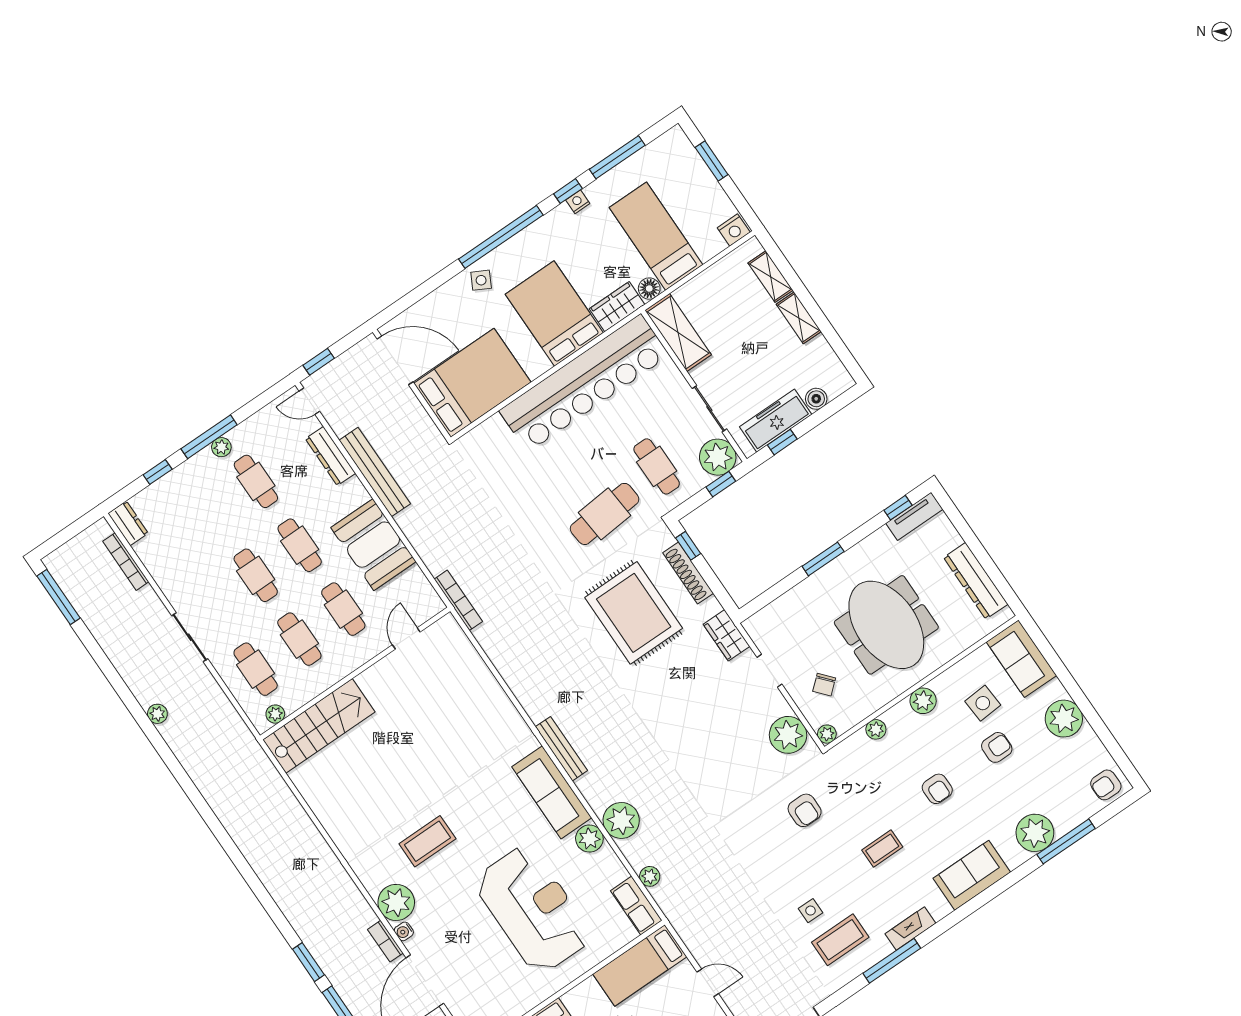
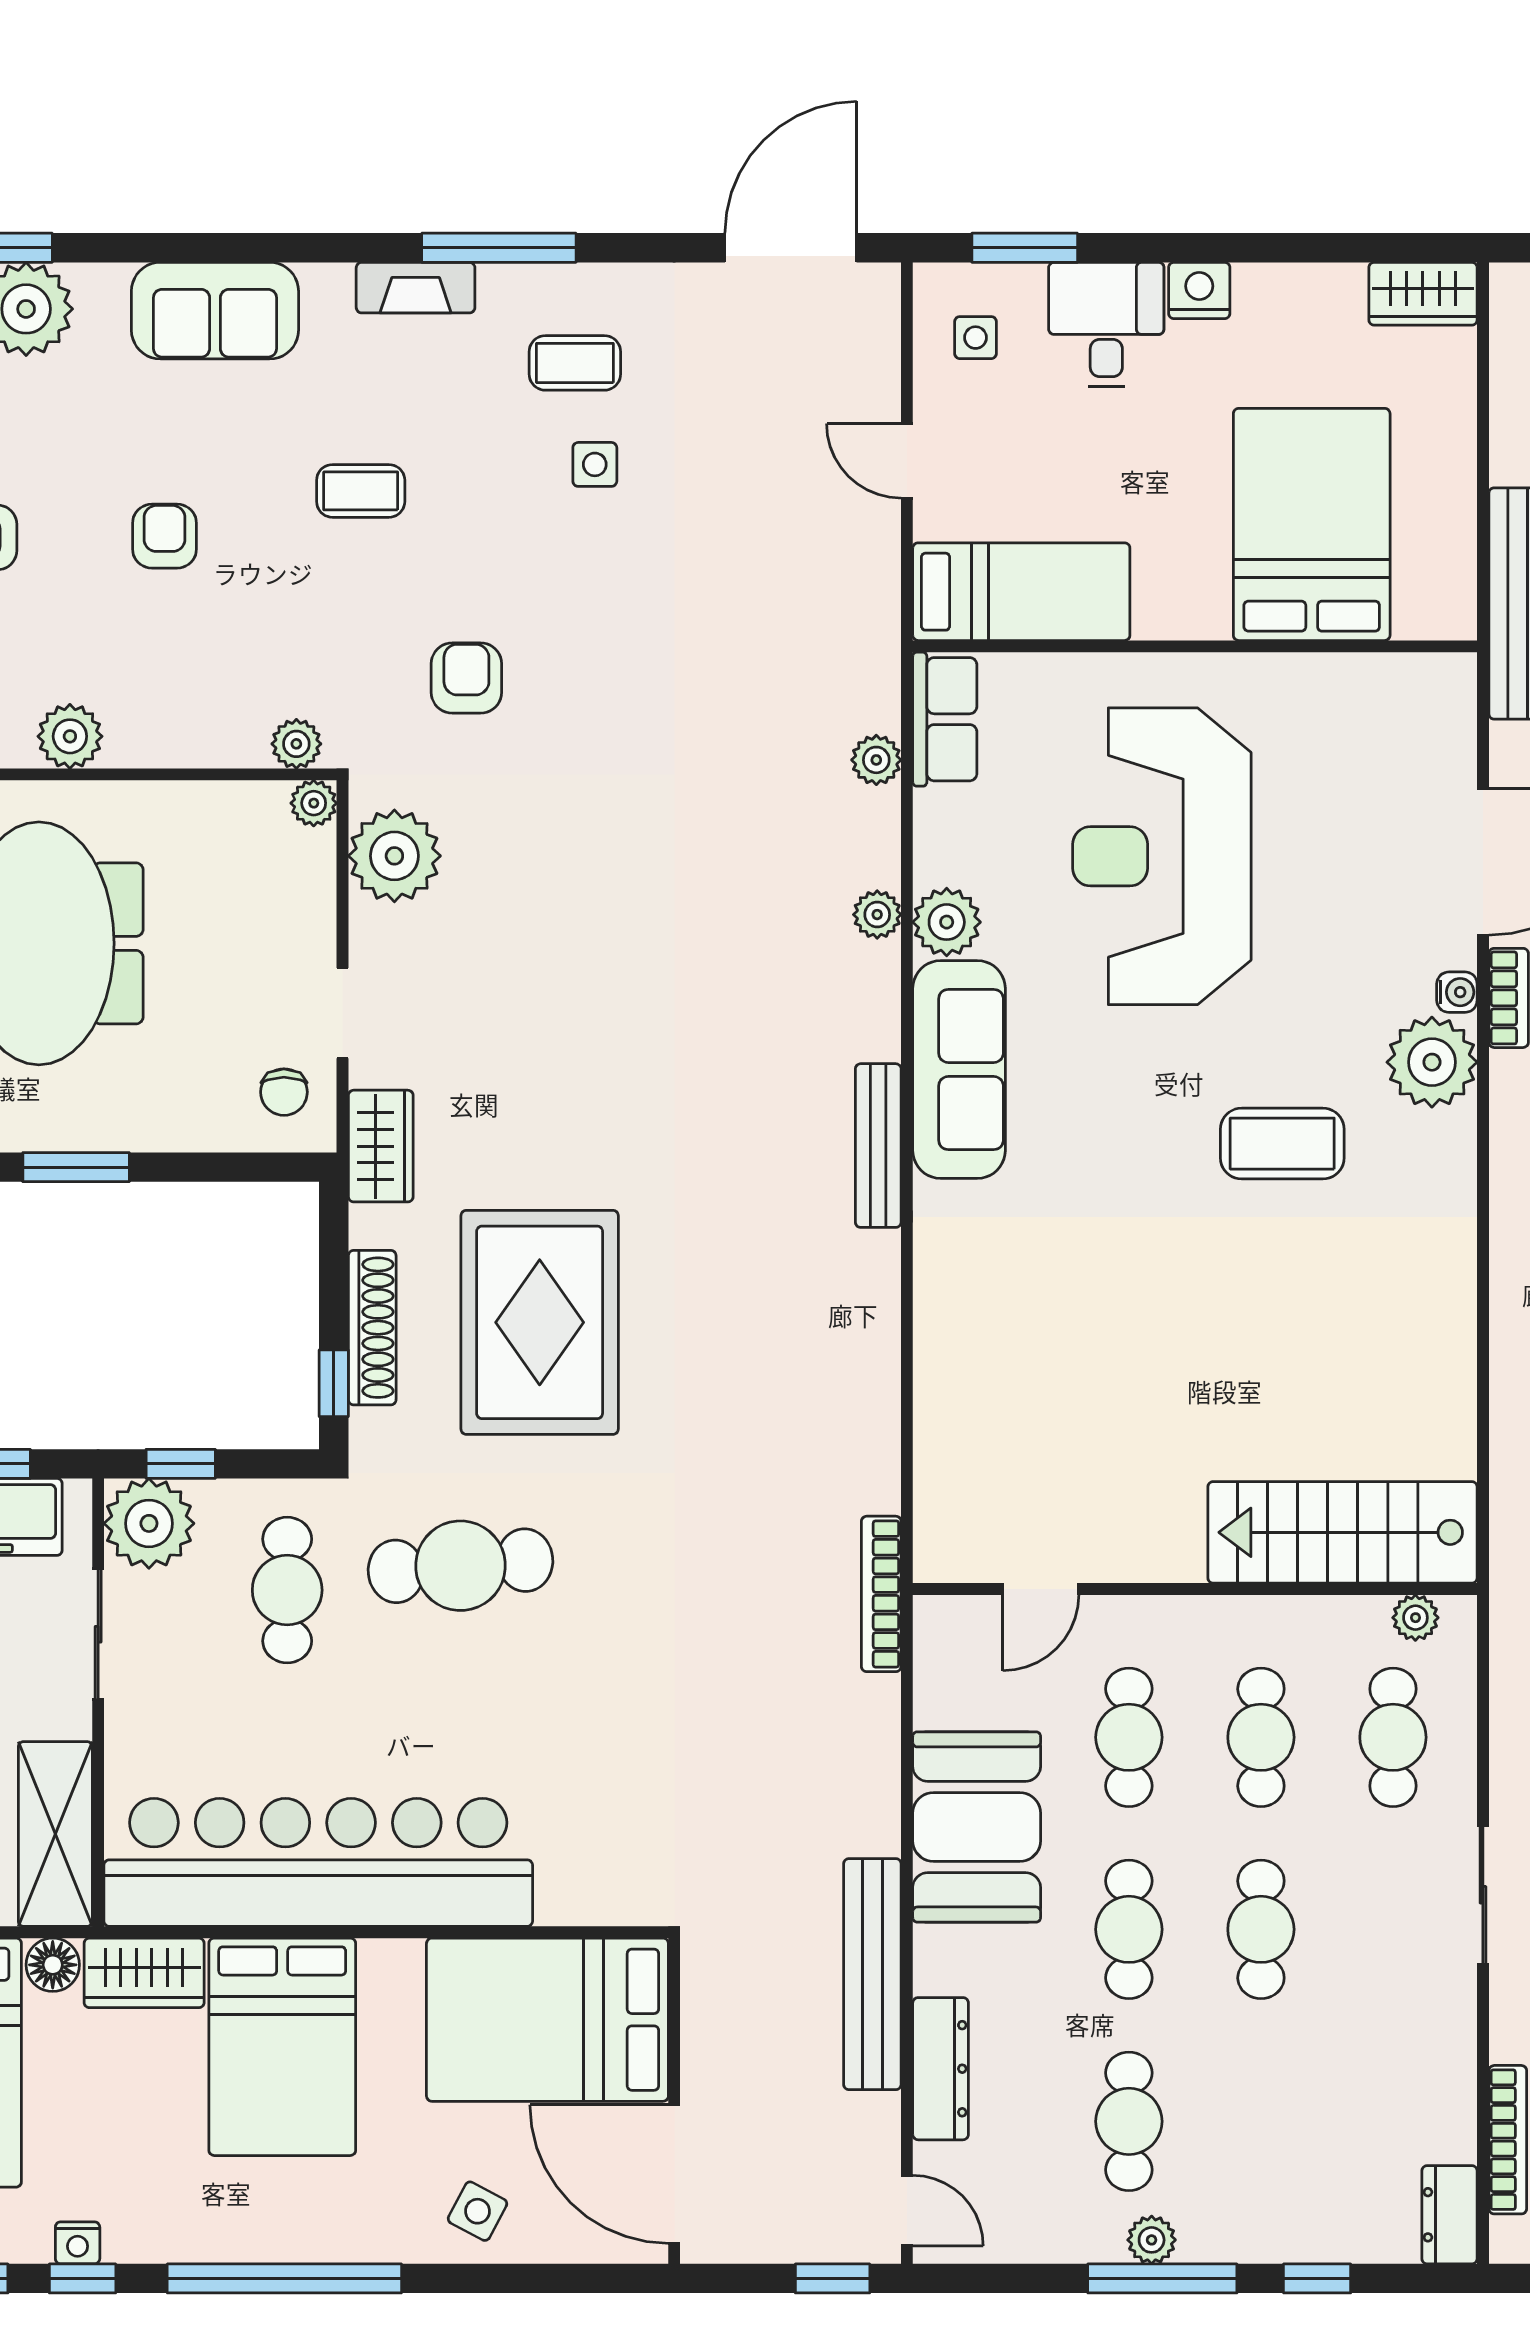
side table: (481, 280) -> (478, 2211), moved
chair: (824, 685) -> (284, 1092), moved, turned 131
plant: (876, 729) -> (296, 744), moved
plant: (621, 820) -> (877, 915), width x0.53, depth x0.53
coffee table: (840, 940) -> (575, 363), width x0.73, depth x0.77

